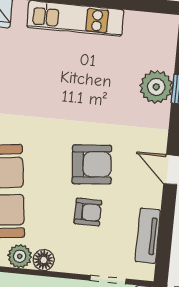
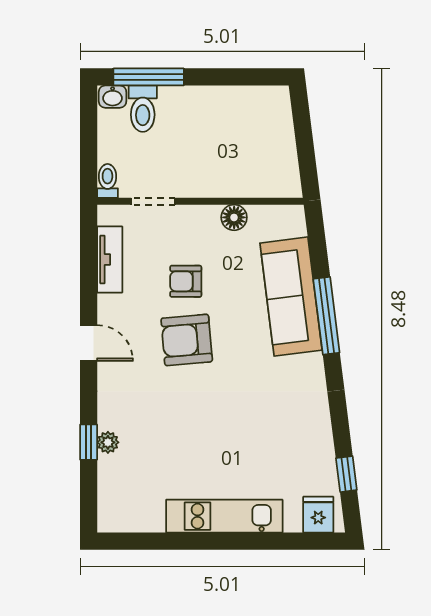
plant: (156, 87) -> (108, 442), width x0.53, depth x0.53
plant: (20, 256) -> (264, 219), removed

